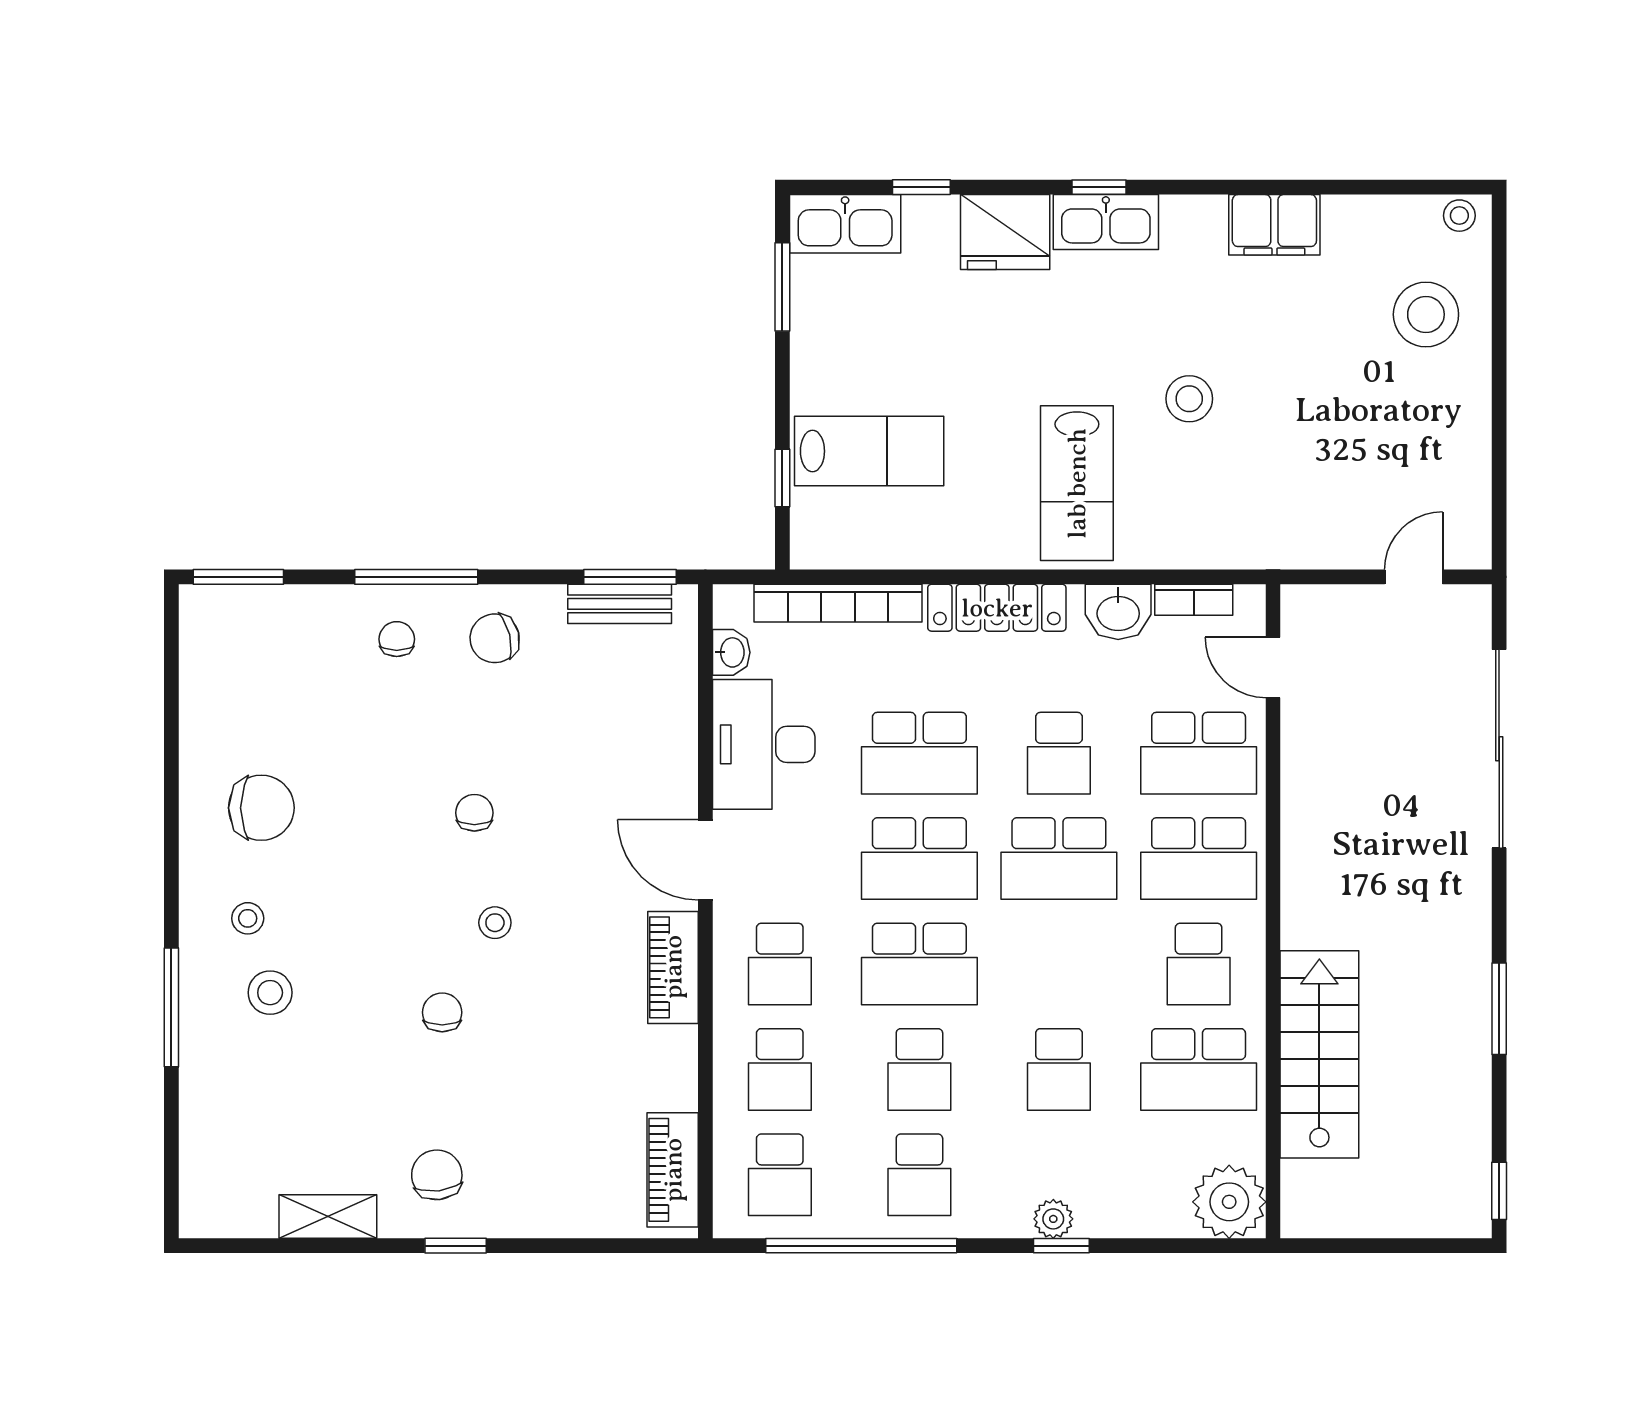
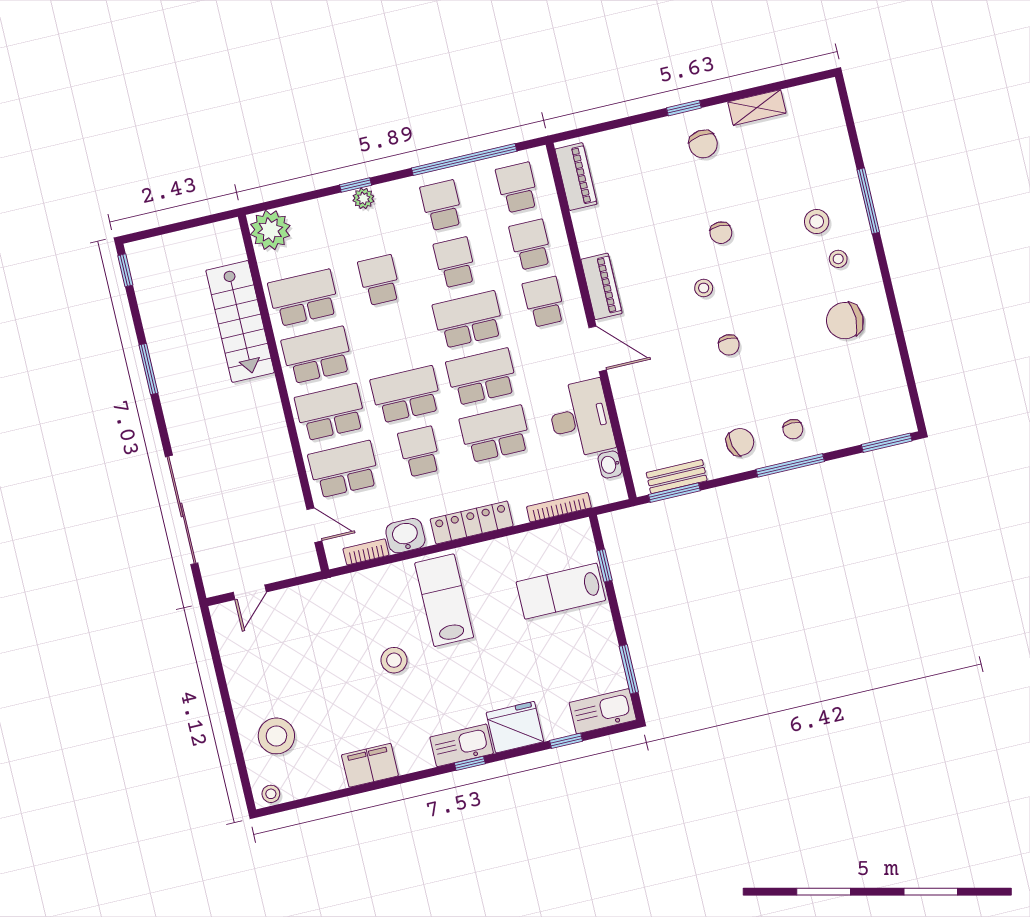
bookcase: (838, 603) -> (559, 507), width x0.68, depth x0.76
school desk: (1199, 964) -> (317, 355), width x1.85

